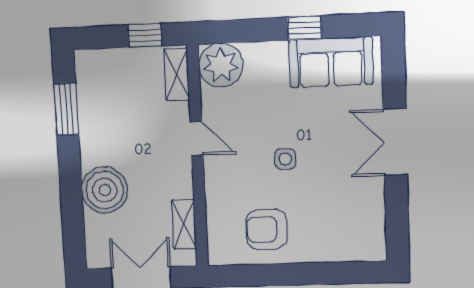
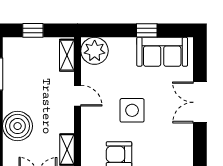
window: (145, 35) -> (33, 30), moved
side table: (285, 159) -> (132, 110), width x1.87, depth x1.87

